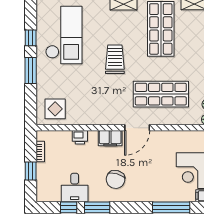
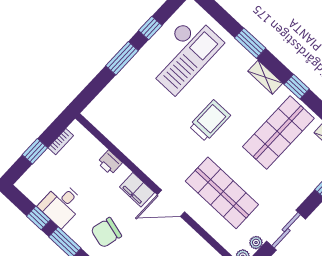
display table: (55, 109) -> (111, 115), removed

